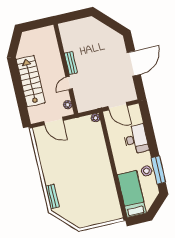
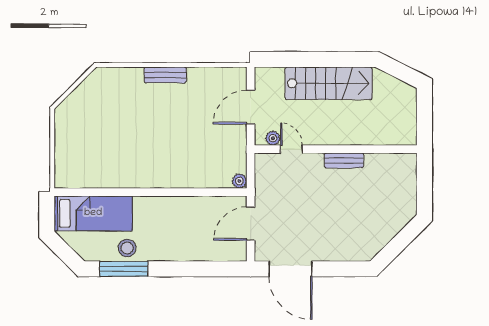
door: (134, 64) -> (290, 269), moved
door: (69, 83) -> (292, 149), moved
desk: (136, 139) -> (186, 242), removed
bench: (52, 197) -> (165, 75), moved

